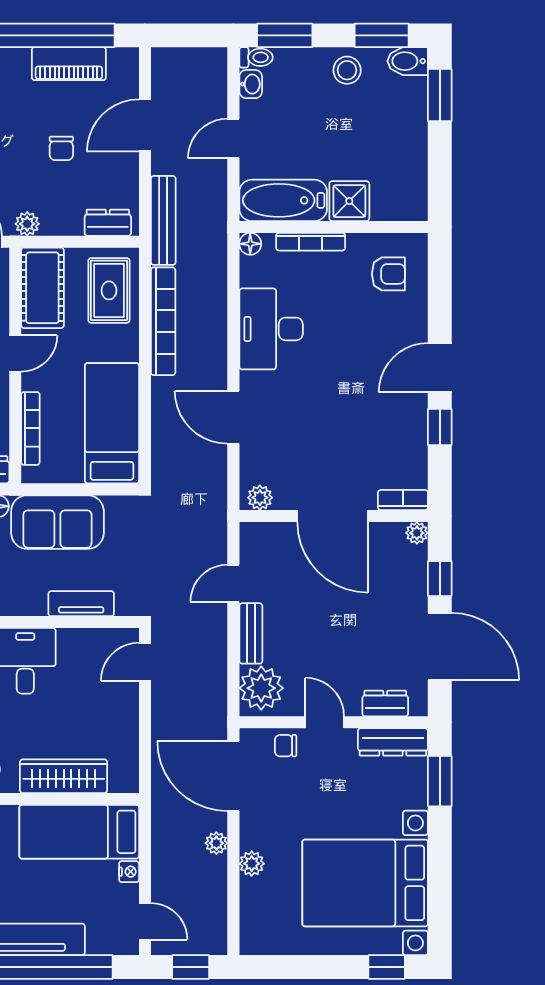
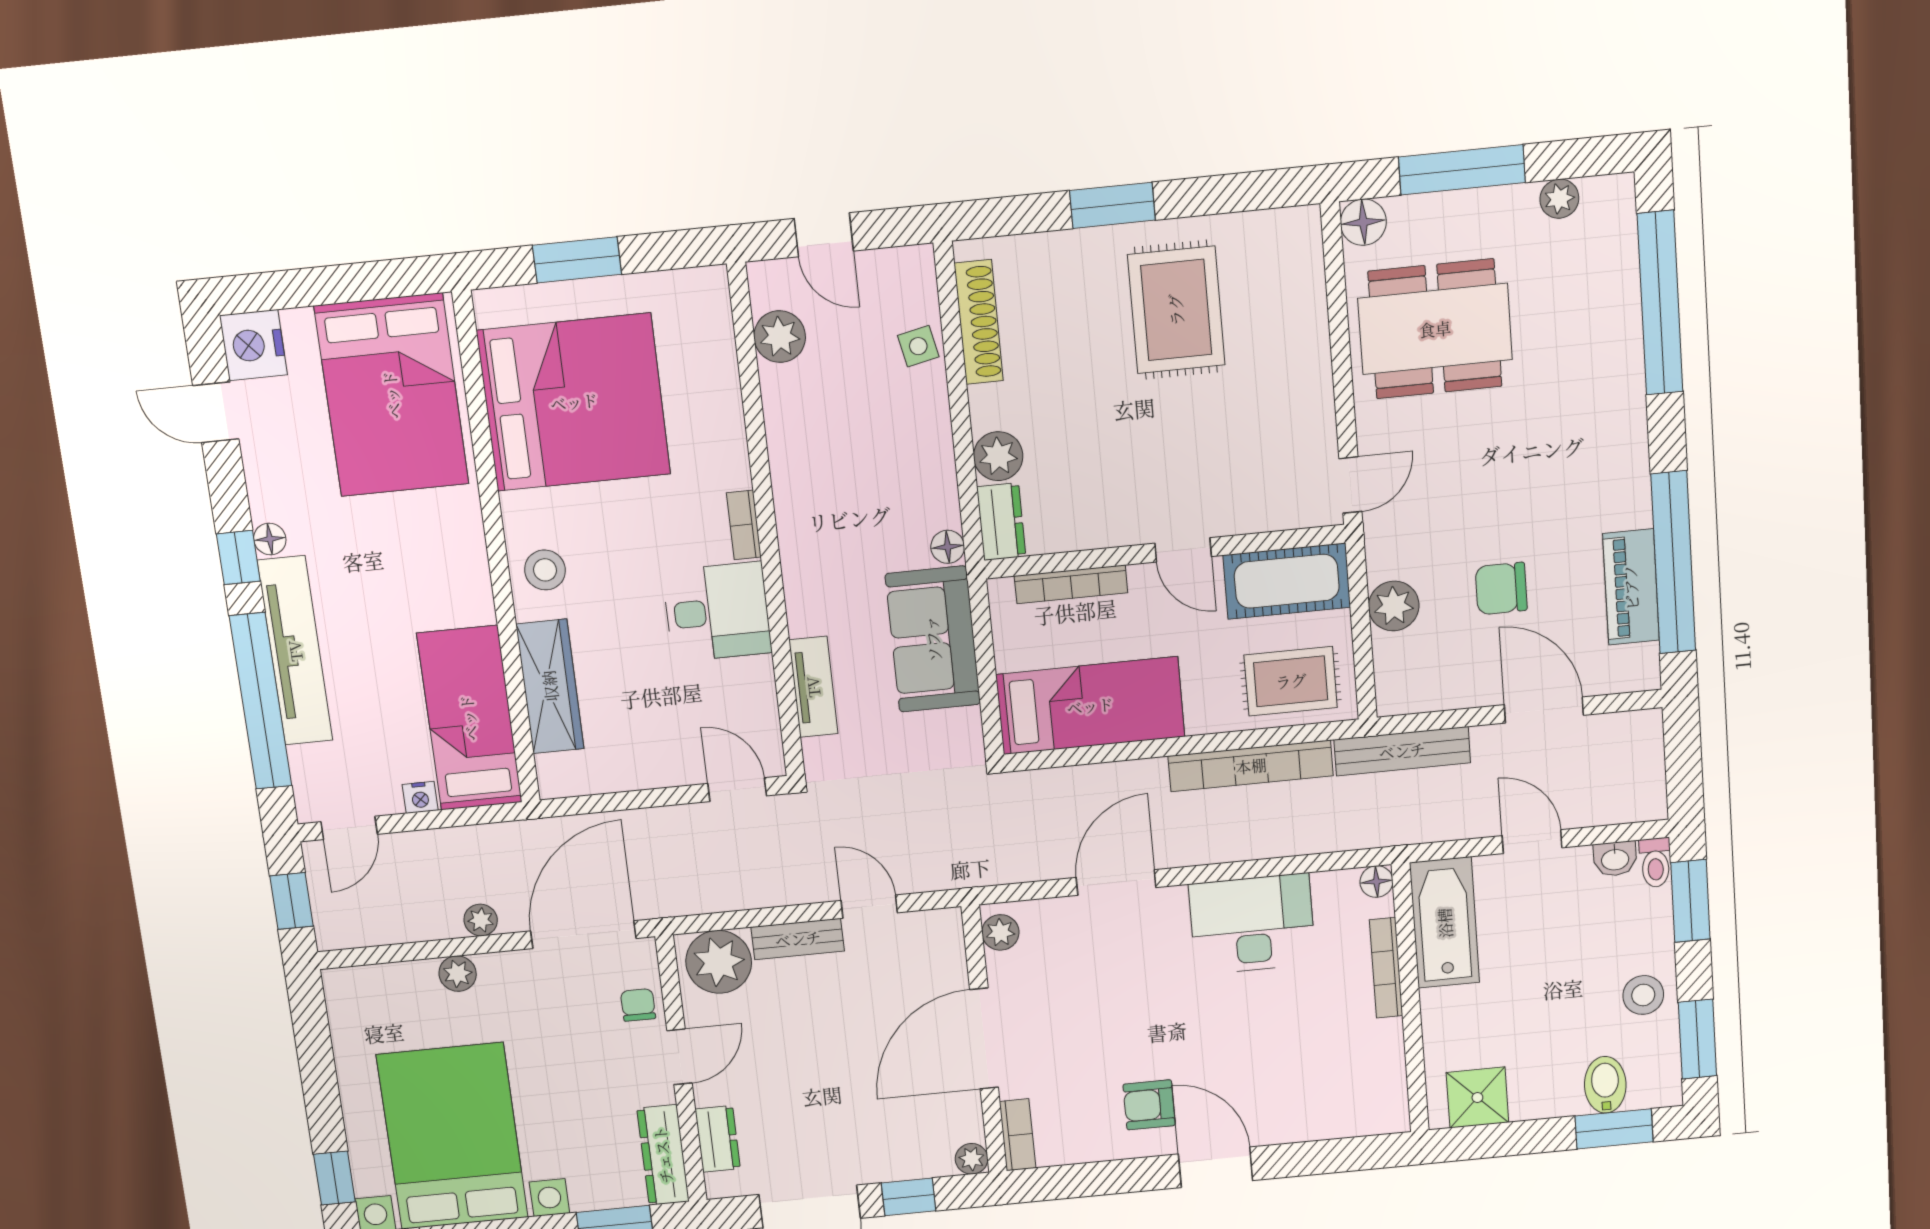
bidet: (408, 61) -> (1605, 1085), moved
chair: (61, 148) -> (1501, 588), width x1.37, depth x1.37
shower: (349, 201) -> (1477, 1098), moved
dresser: (108, 223) -> (1393, 669), removed
plant: (27, 224) -> (1394, 606), moved, width x1.38, depth x1.38
armchair: (388, 274) -> (1149, 1105), moved, turned 90
window: (440, 427) -> (1129, 1176), removed

